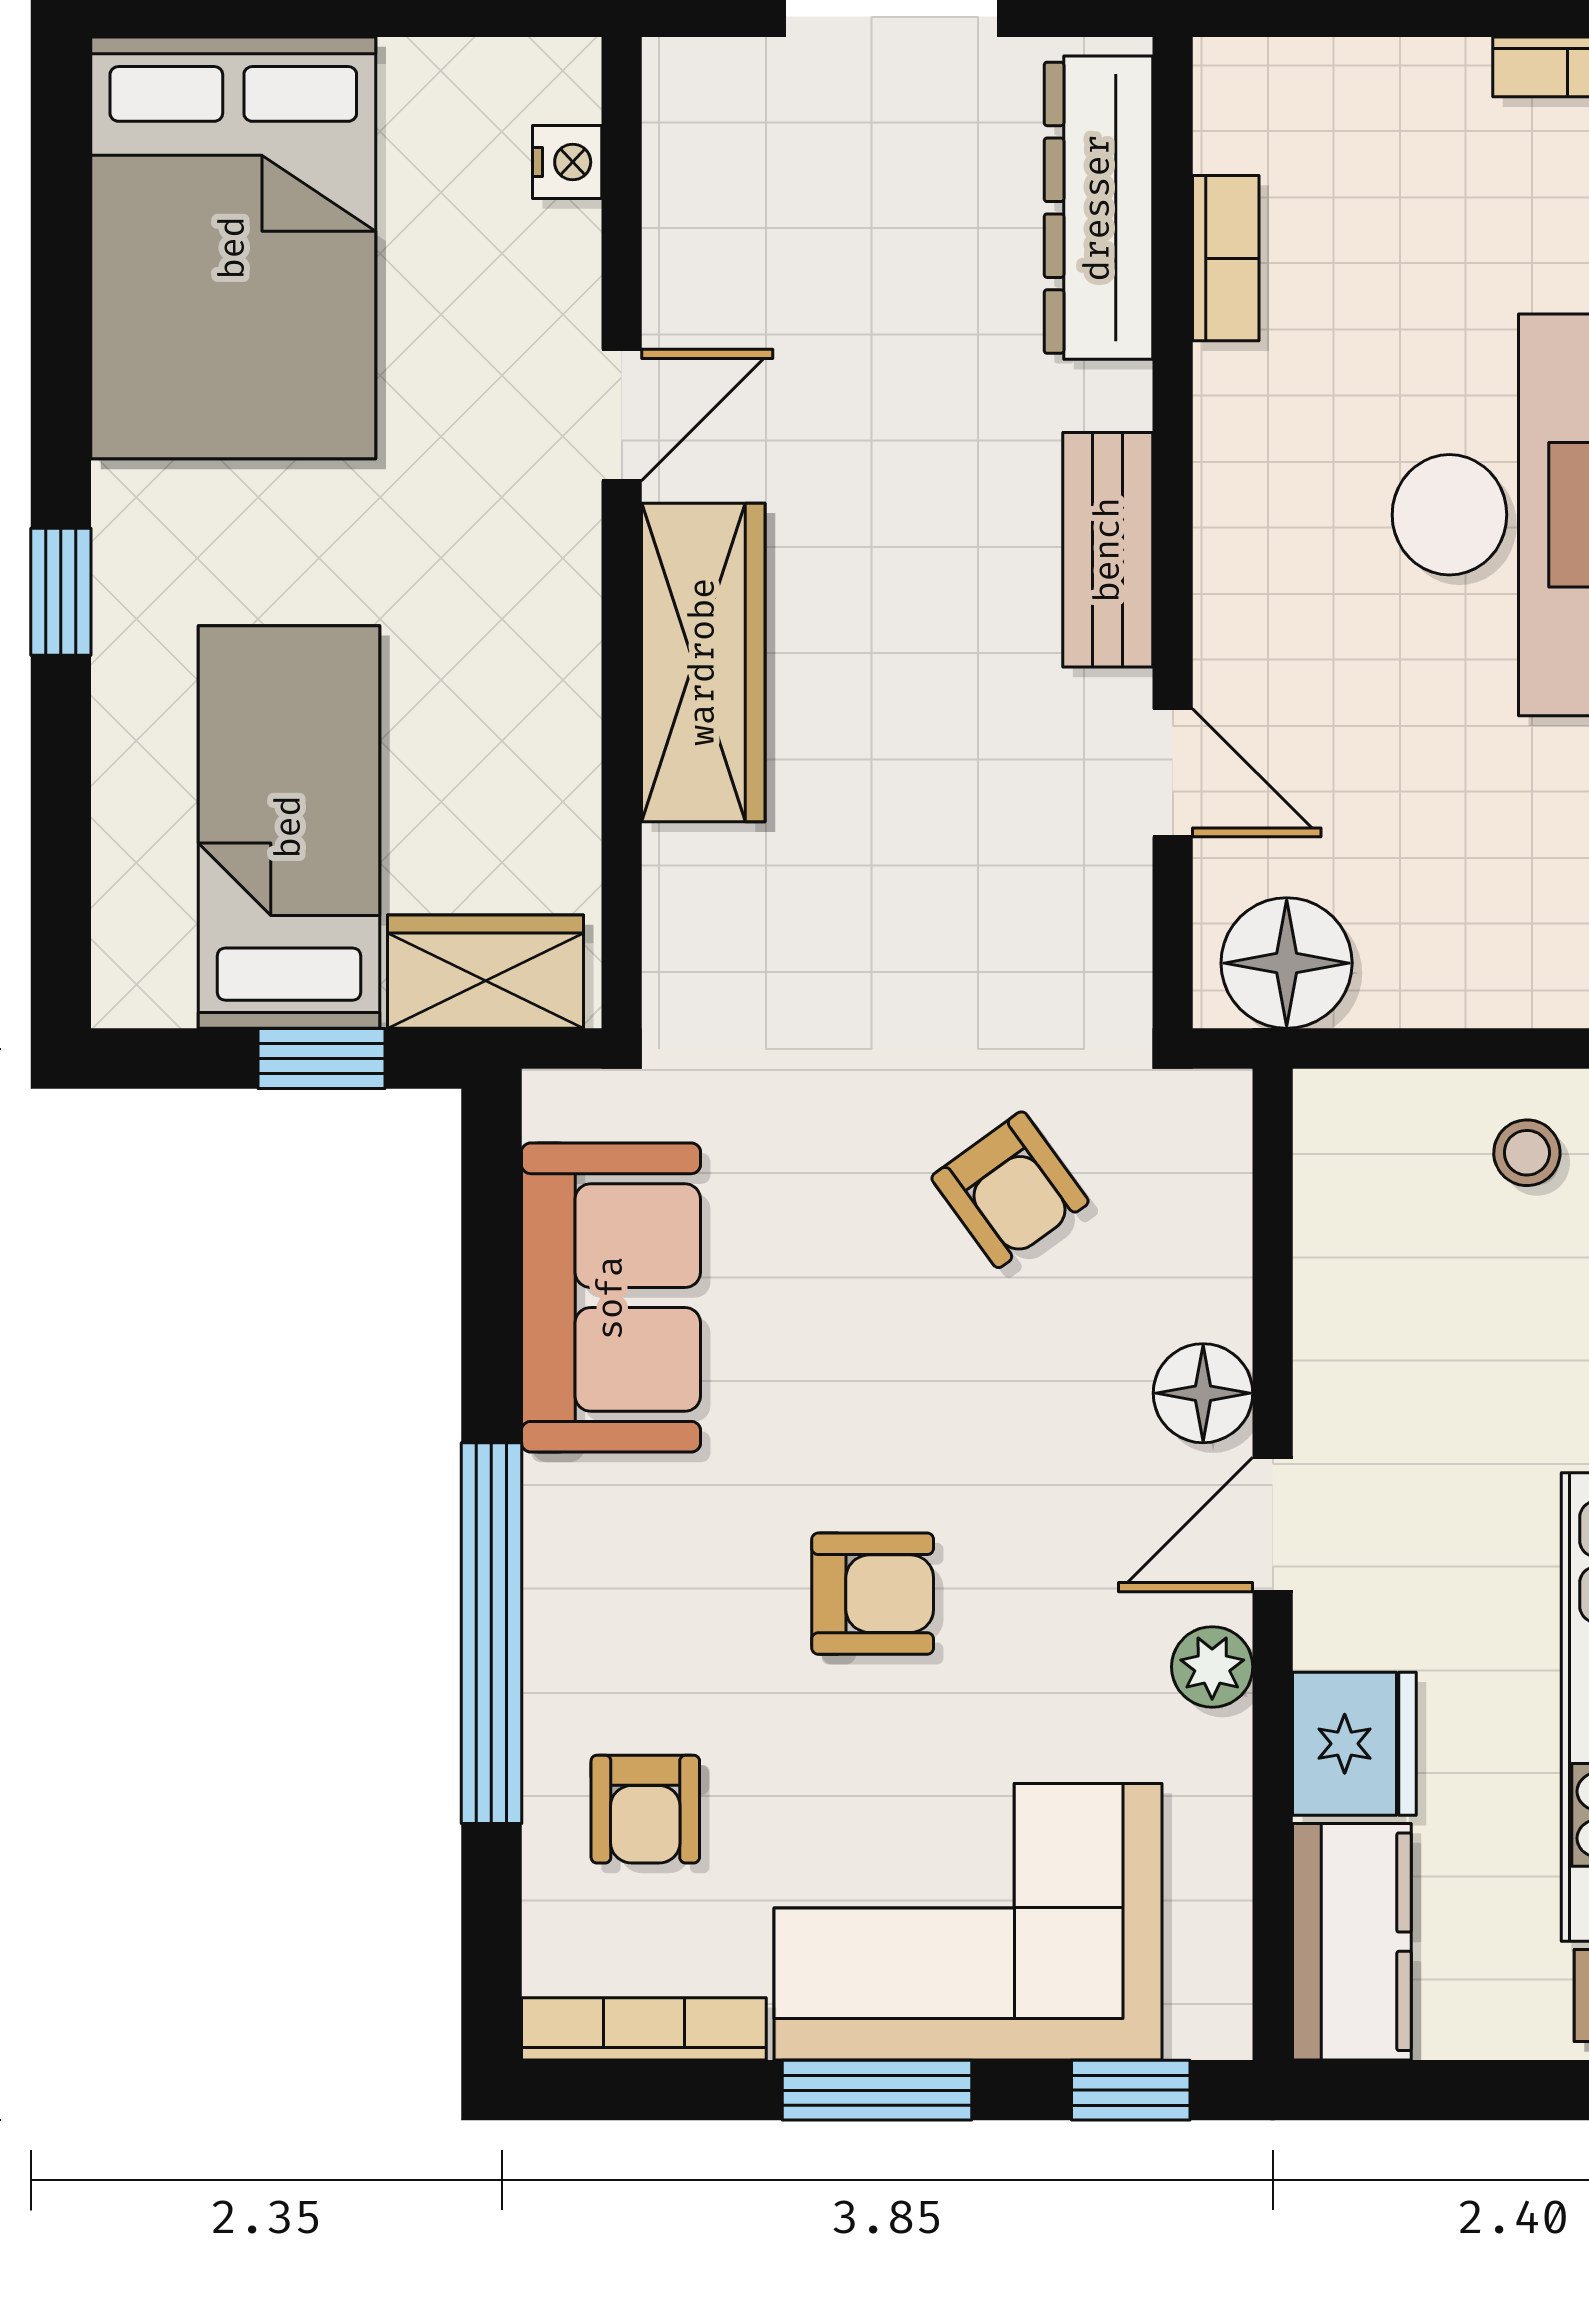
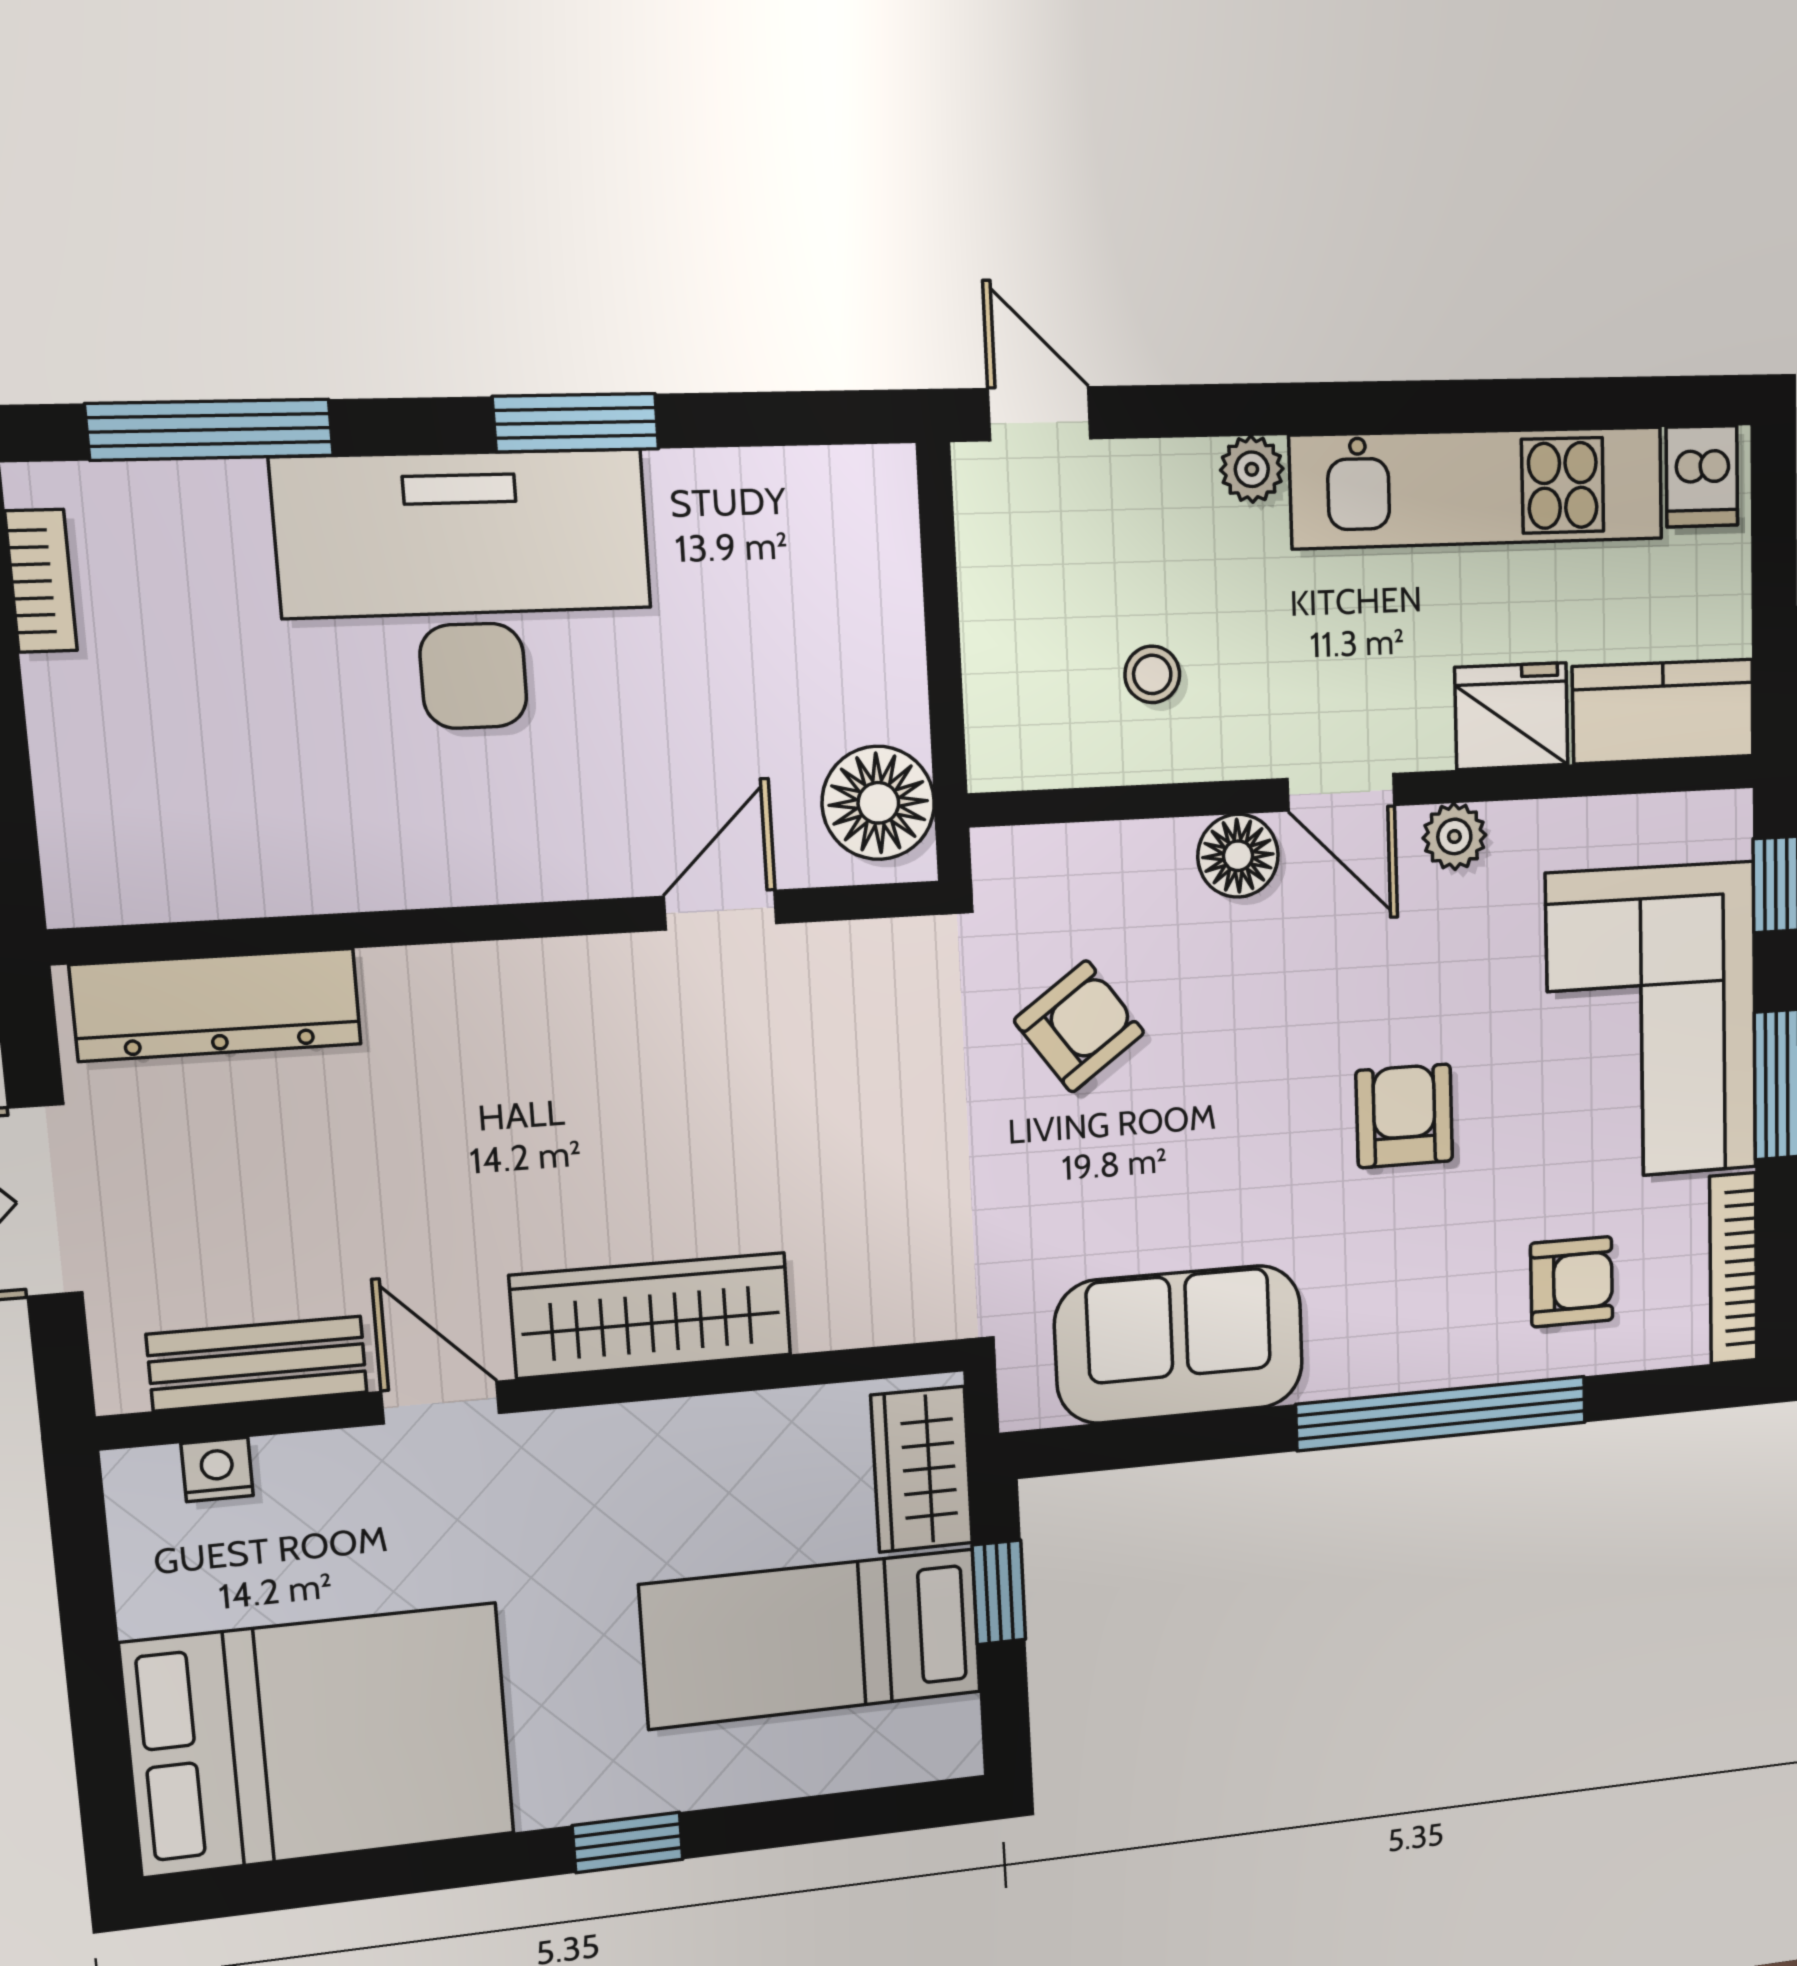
bookcase: (1226, 258) -> (253, 888), removed
bench: (1108, 550) -> (257, 1363), moved
stool: (1527, 1153) -> (1152, 674), moved

